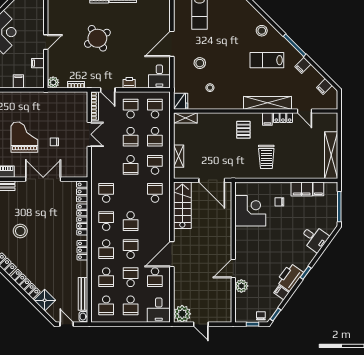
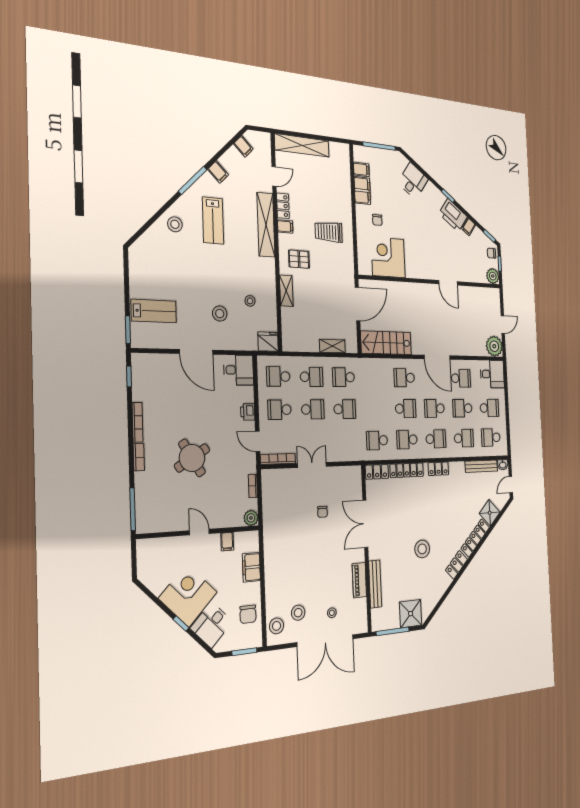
filing cabinet: (18, 81) -> (251, 567), width x2.00
door: (108, 90) -> (258, 441), swing flipped
shelving: (185, 118) -> (286, 291), moved
grand piano: (24, 137) -> (319, 553), removed
shelving: (331, 155) -> (302, 145), moved
trolley: (266, 157) -> (329, 232), turned 180
school desk: (155, 193) -> (404, 378), moved
plant: (241, 286) -> (493, 276), moved
school desk: (106, 305) -> (491, 437), turned 180

